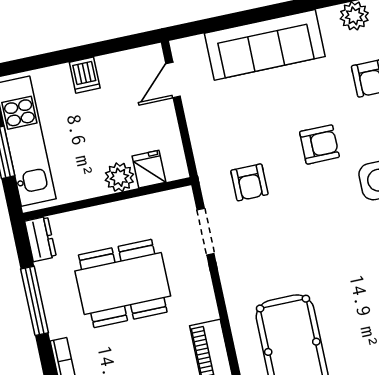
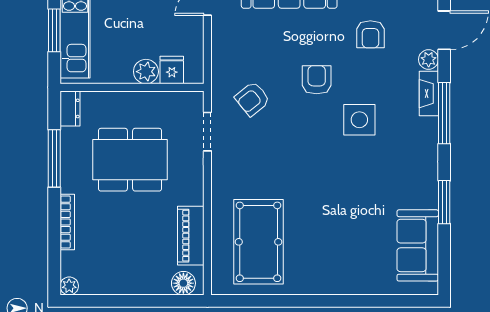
armchair: (319, 144) -> (317, 80), turned -90
armchair: (249, 182) -> (252, 99), turned 51

